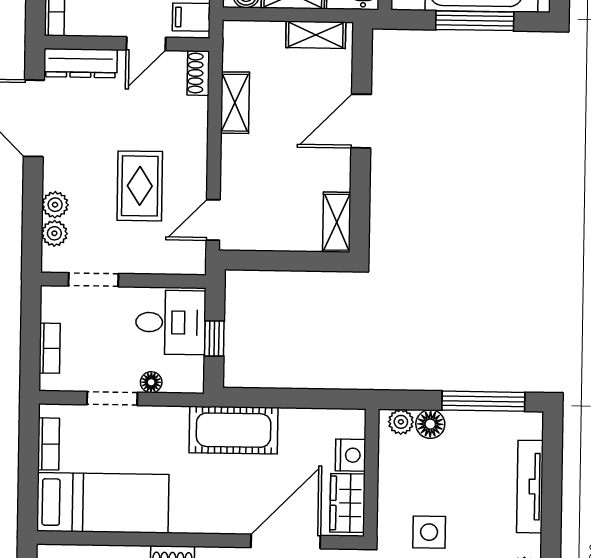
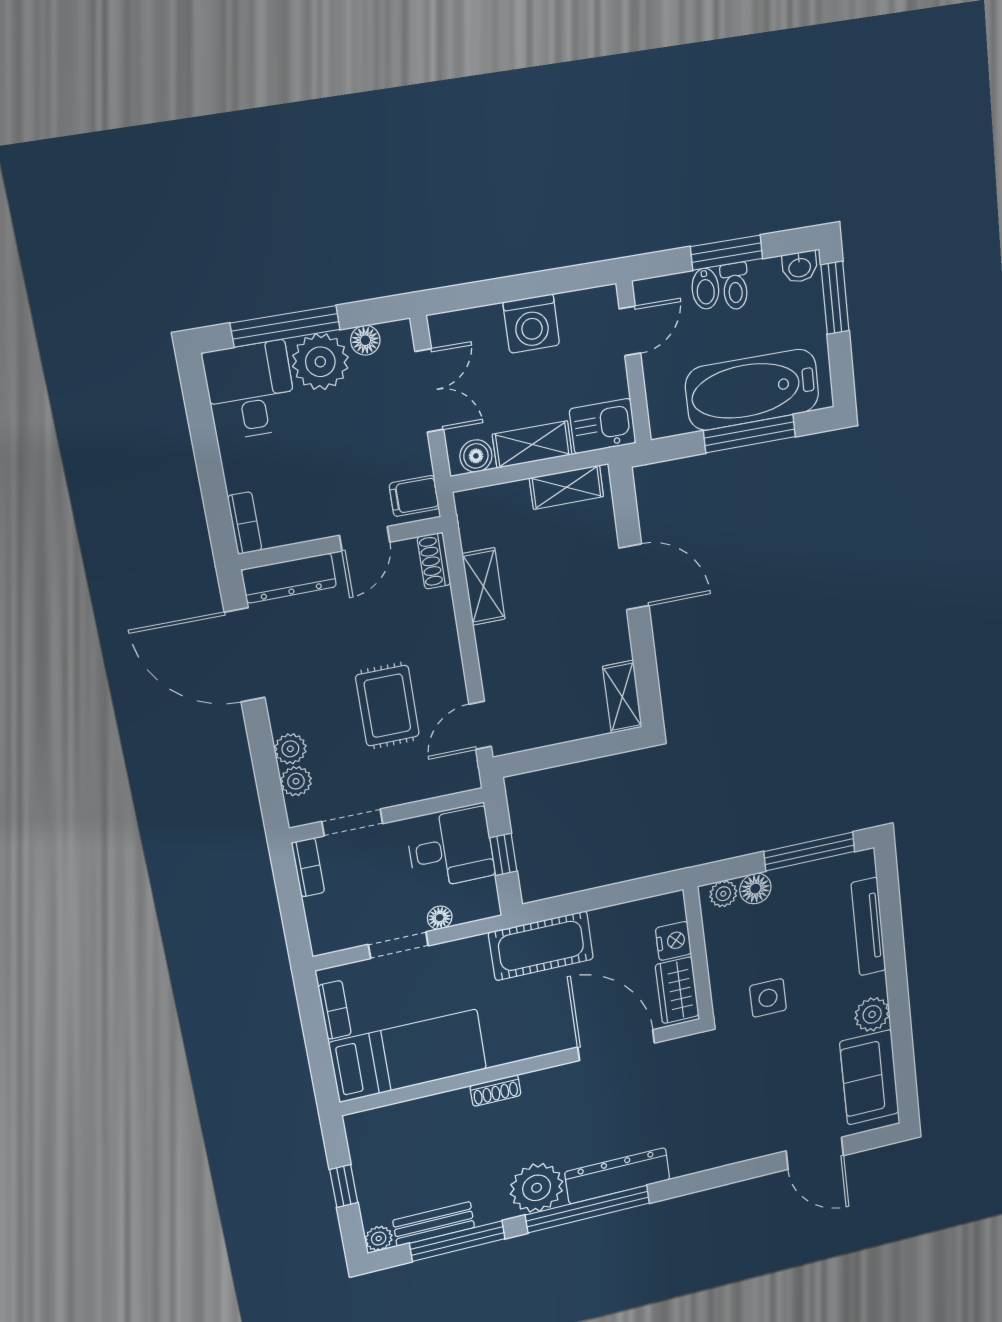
door: (361, 121) -> (634, 577), swing flipped
bookcase: (50, 348) -> (308, 867), moved
door: (286, 541) -> (616, 1045), hinge flipped

